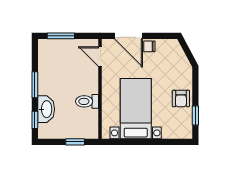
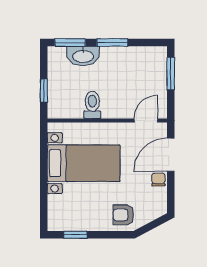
armchair: (181, 99) -> (123, 215), moved
window: (35, 120) -> (70, 42), width x1.50

